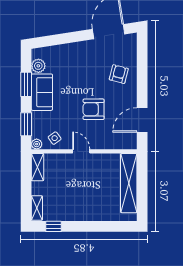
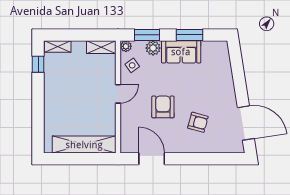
plant: (38, 66) -> (153, 48), moved
armchair: (119, 74) -> (198, 122), moved

